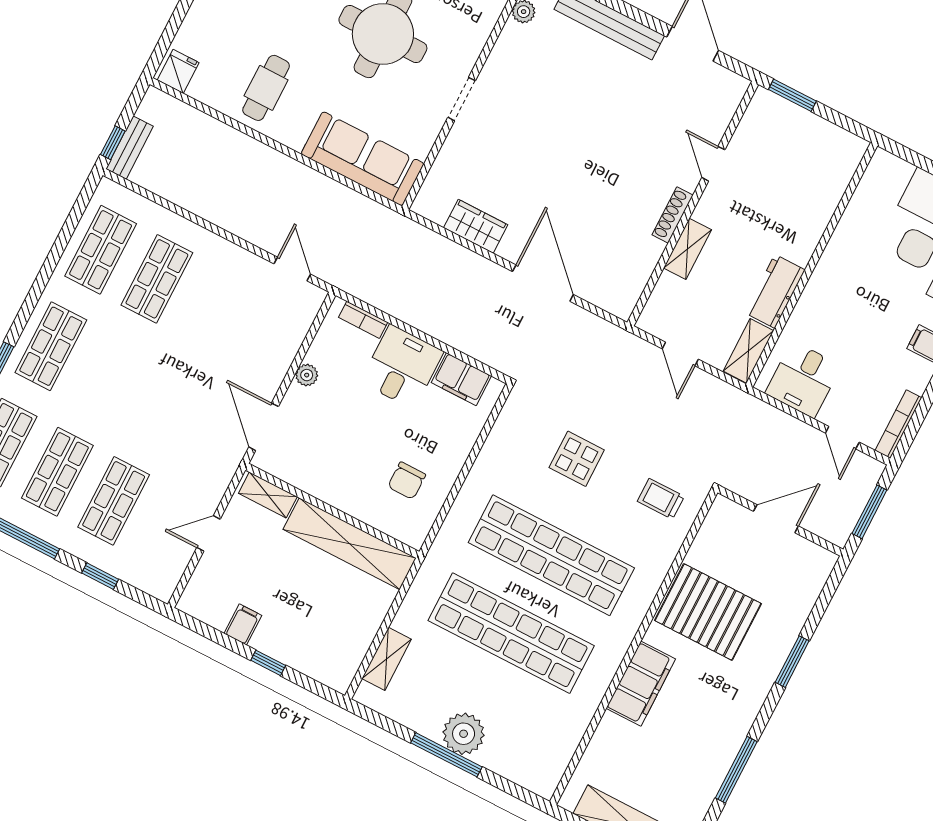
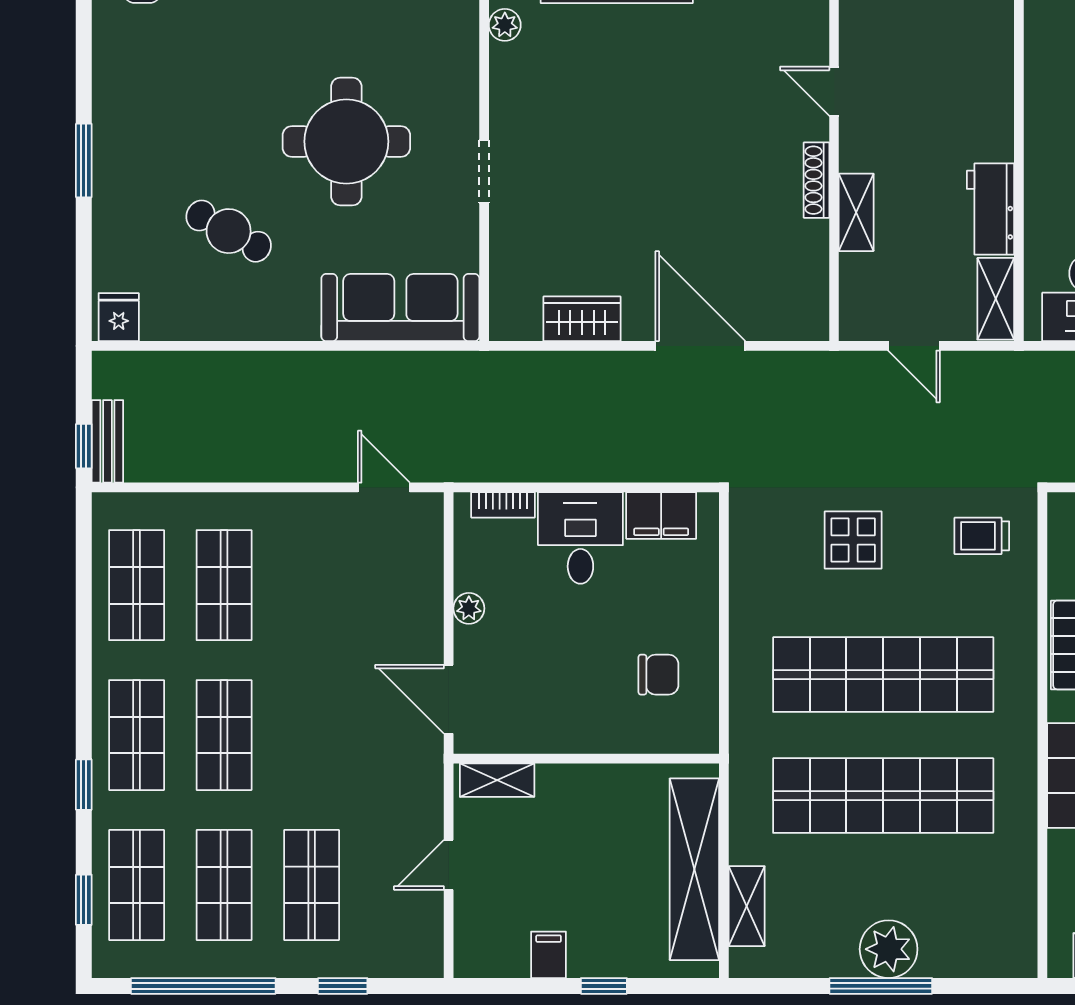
cafe table: (266, 88) -> (229, 231), moved, turned -61
shop shelf: (107, 375) -> (224, 735), added
chair: (407, 481) -> (658, 675), turned -90
shelving: (350, 544) -> (694, 869), moved, turned 90

